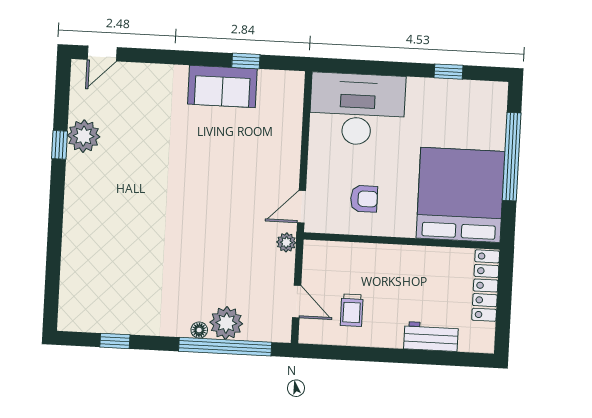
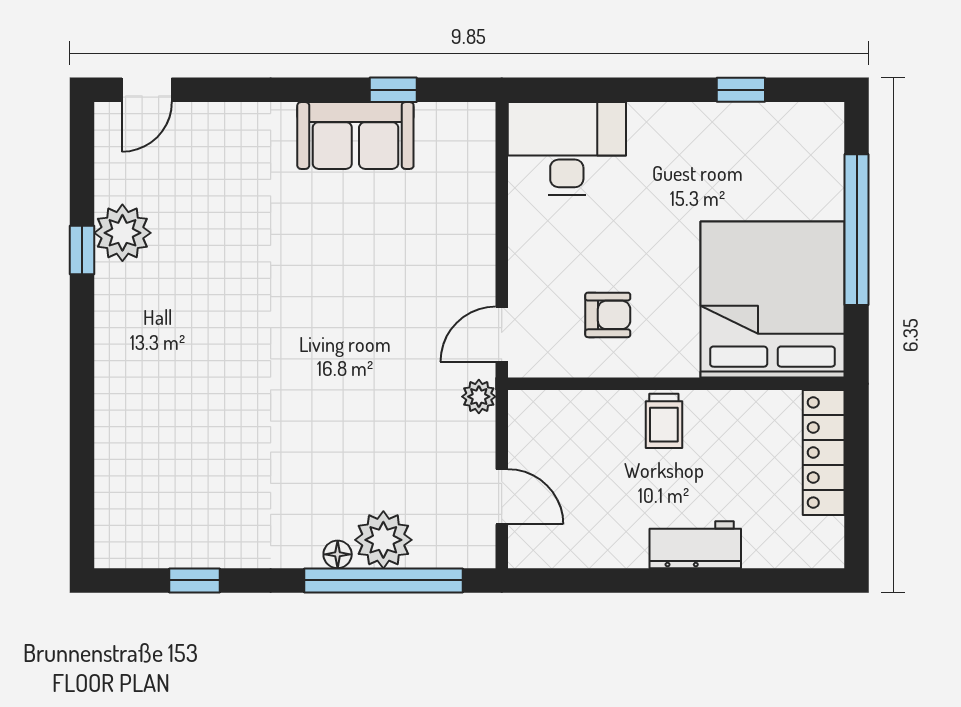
desk: (357, 109) -> (567, 148), width x0.73, depth x0.77
trolley: (352, 310) -> (664, 421), moved
workbench: (431, 337) -> (695, 545), moved

